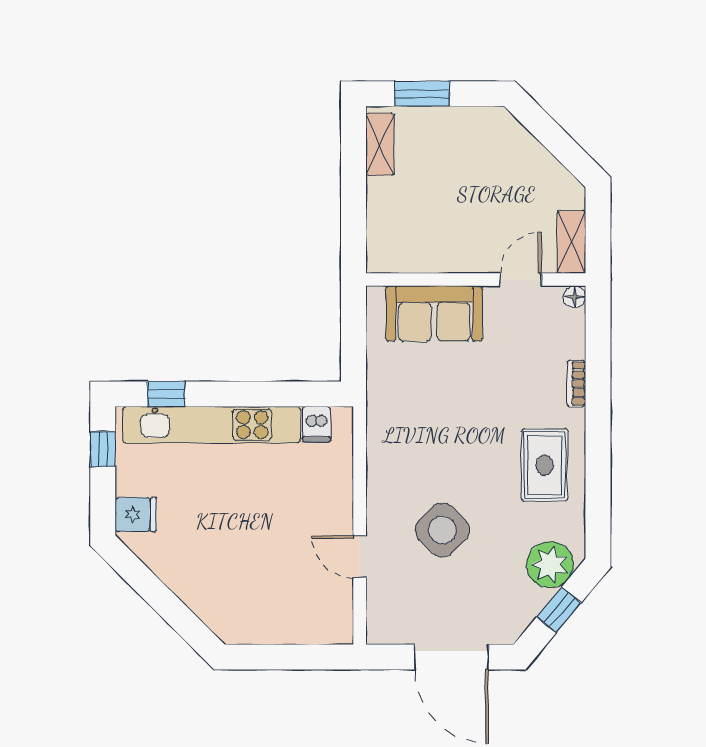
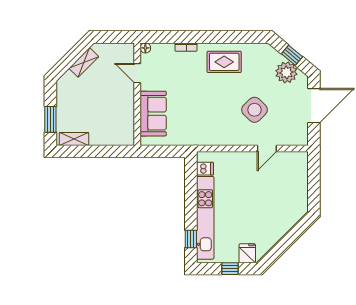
shelving: (571, 242) -> (84, 62), moved, turned -45
window: (103, 449) -> (230, 269), moved
plant: (550, 565) -> (286, 72), moved

